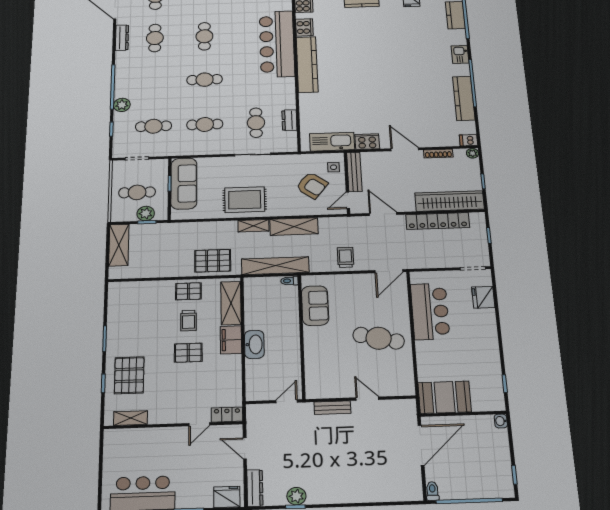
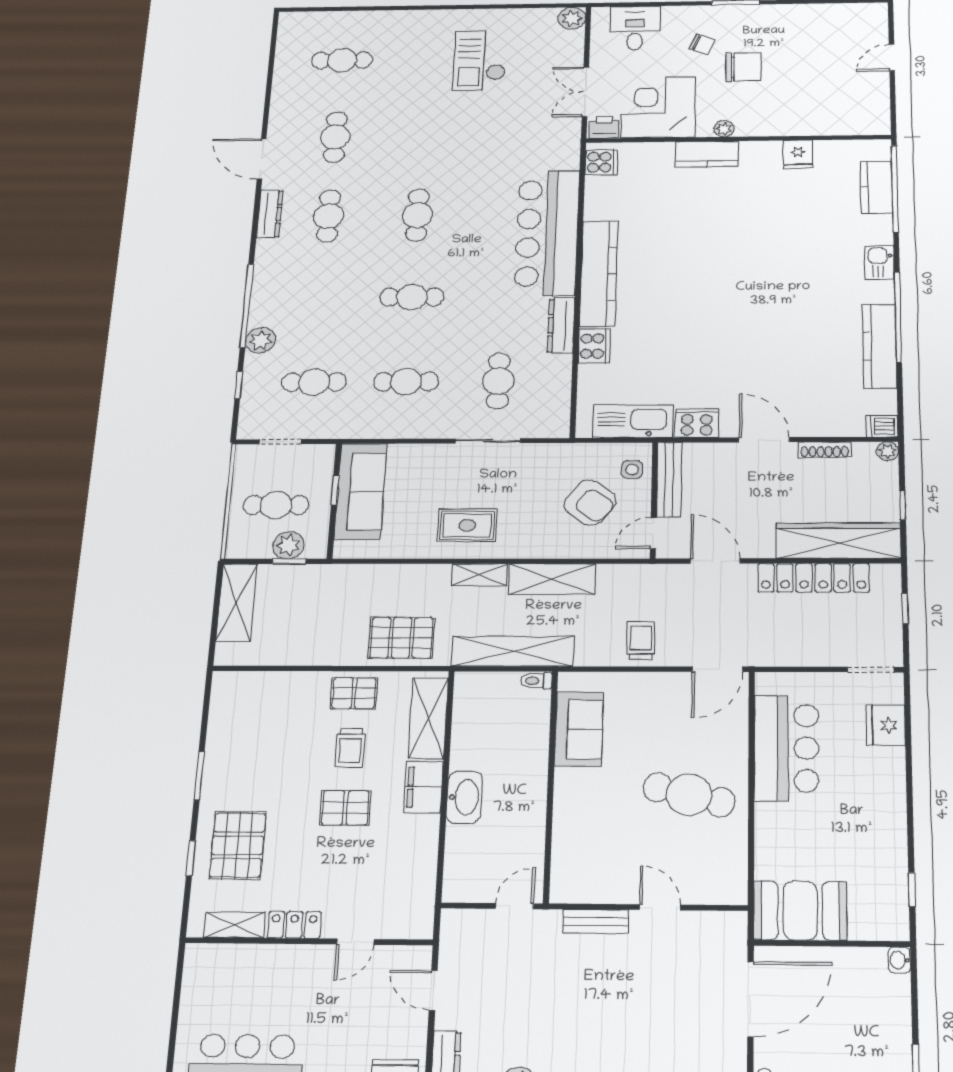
cooker: (304, 27) -> (594, 346), moved
dresser: (289, 120) -> (561, 325), moved, width x1.44
rug: (245, 200) -> (467, 525), width x0.73, depth x0.70
locker: (227, 415) -> (294, 925), moved

